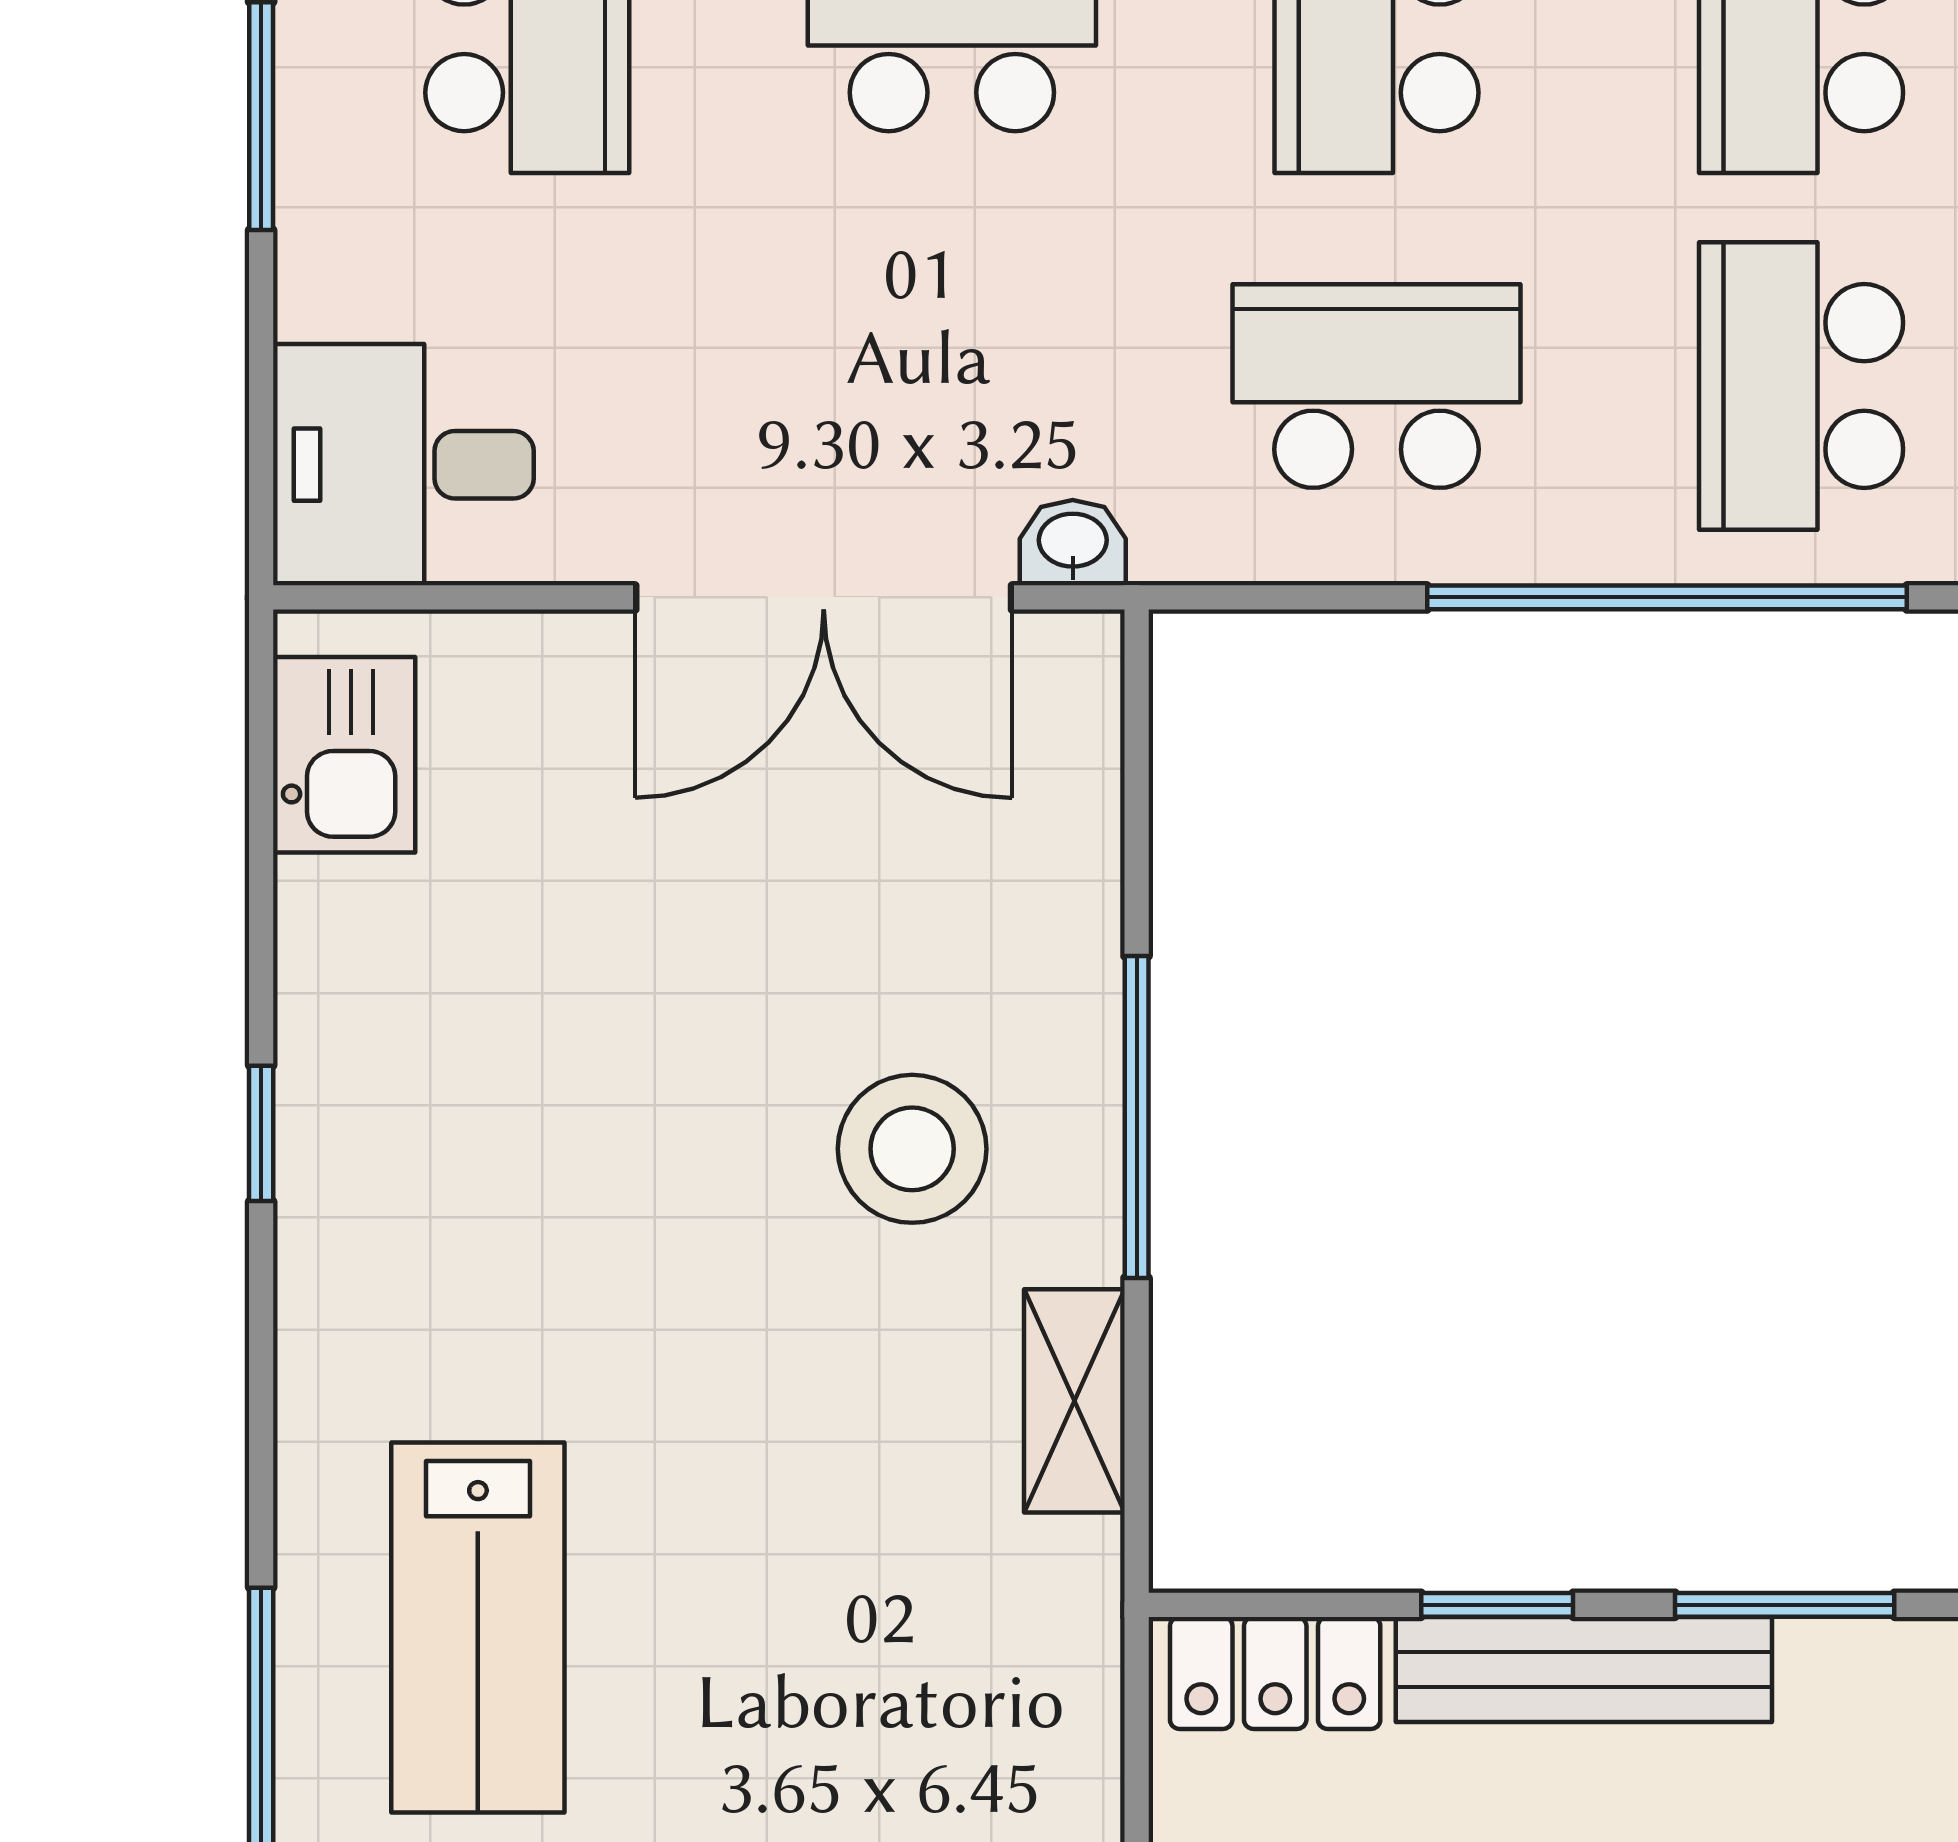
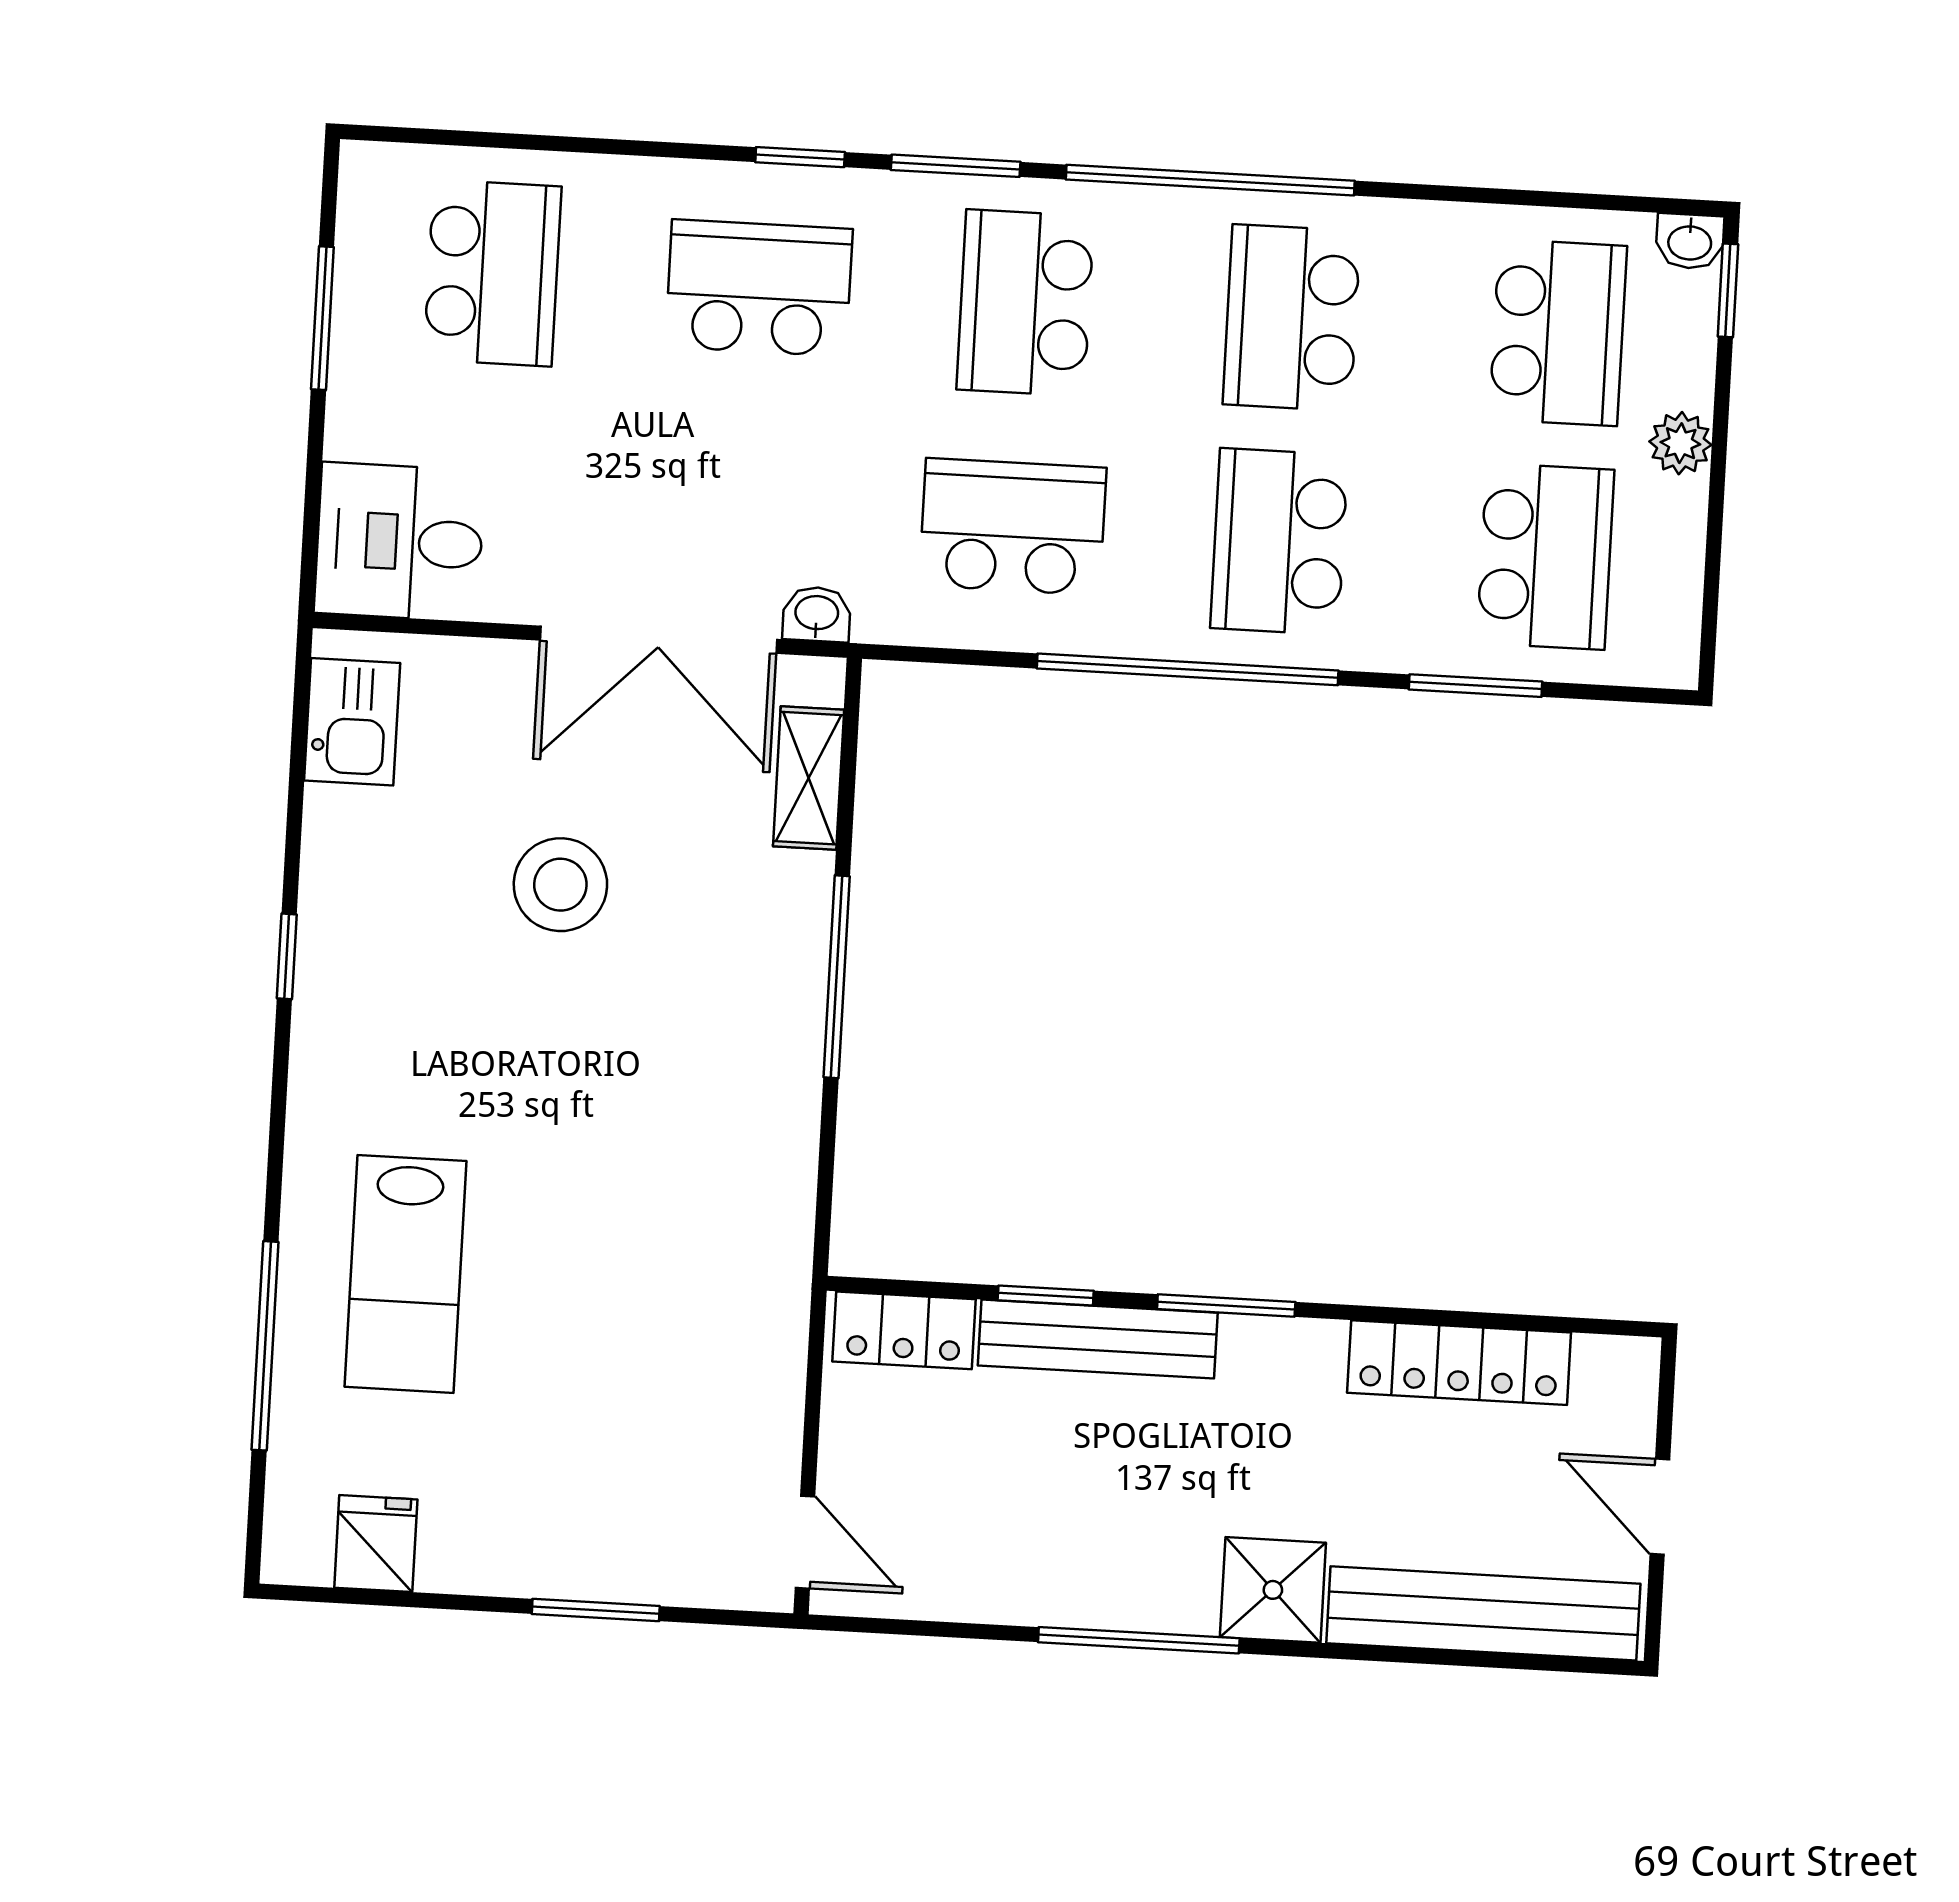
stool: (912, 1149) -> (560, 885), moved
shelving: (1074, 1401) -> (809, 778), moved

